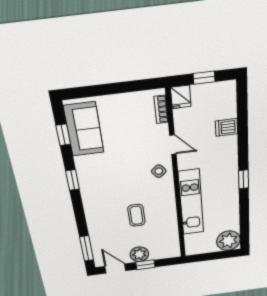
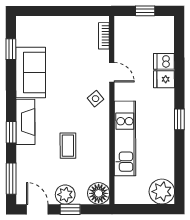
fridge: (181, 97) -> (164, 79), moved, turned 90
sofa: (84, 129) -> (31, 72), moved
window: (72, 180) -> (11, 132), moved
fireplace: (91, 200) -> (25, 122), added
floor lamp: (170, 249) -> (99, 193), added

